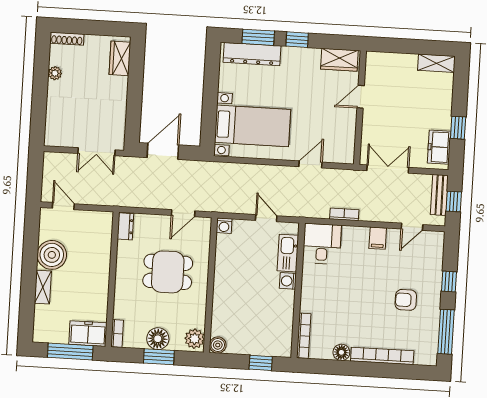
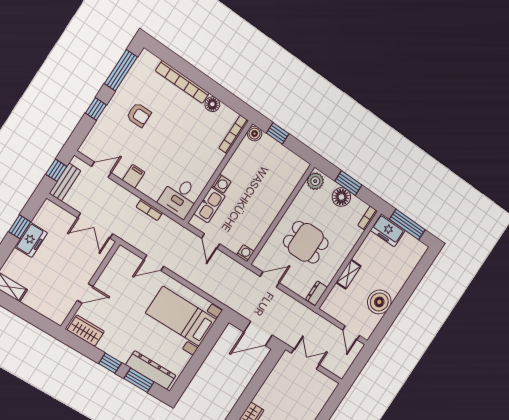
freezer: (439, 147) -> (31, 240), moved
shelving: (43, 287) -> (348, 274), moved
boiler: (218, 345) -> (255, 134), moved

